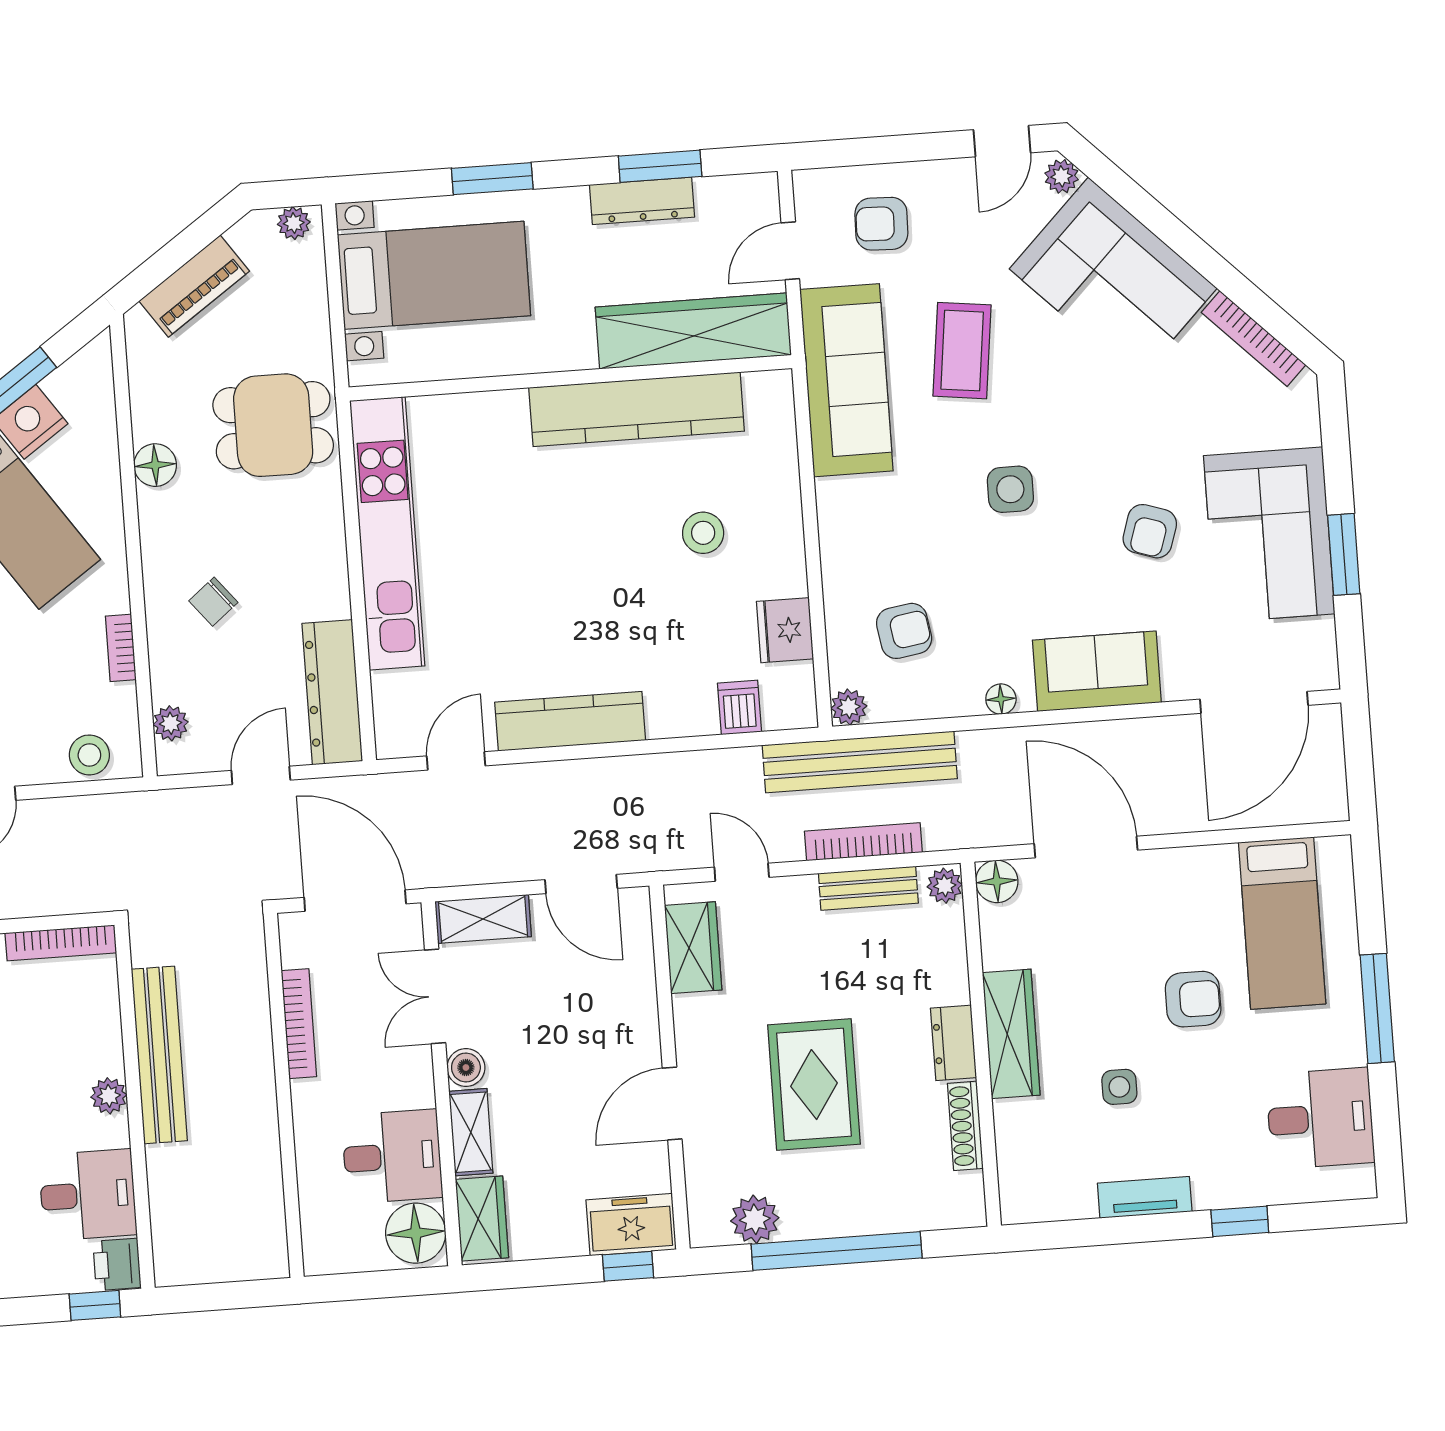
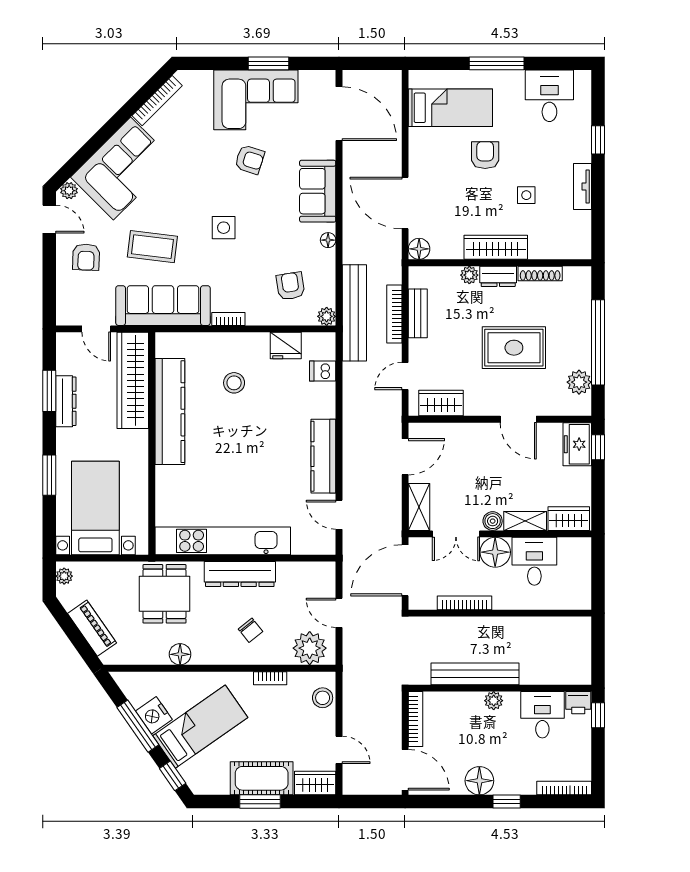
armchair: (881, 224) -> (86, 257), moved
bookcase: (829, 512) -> (228, 319), added
dresser: (332, 692) -> (240, 574), moved
plant: (171, 723) -> (310, 648), width x1.88, depth x1.88
door: (1086, 847) -> (405, 203), hinge flipped
plant: (945, 886) -> (469, 275), moved
floor lamp: (416, 1233) -> (495, 552), moved

